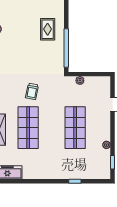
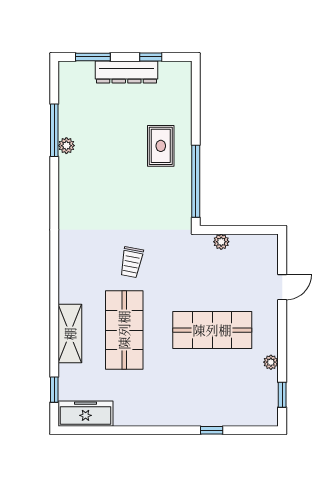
shop shelf: (75, 128) -> (212, 330), turned 90

